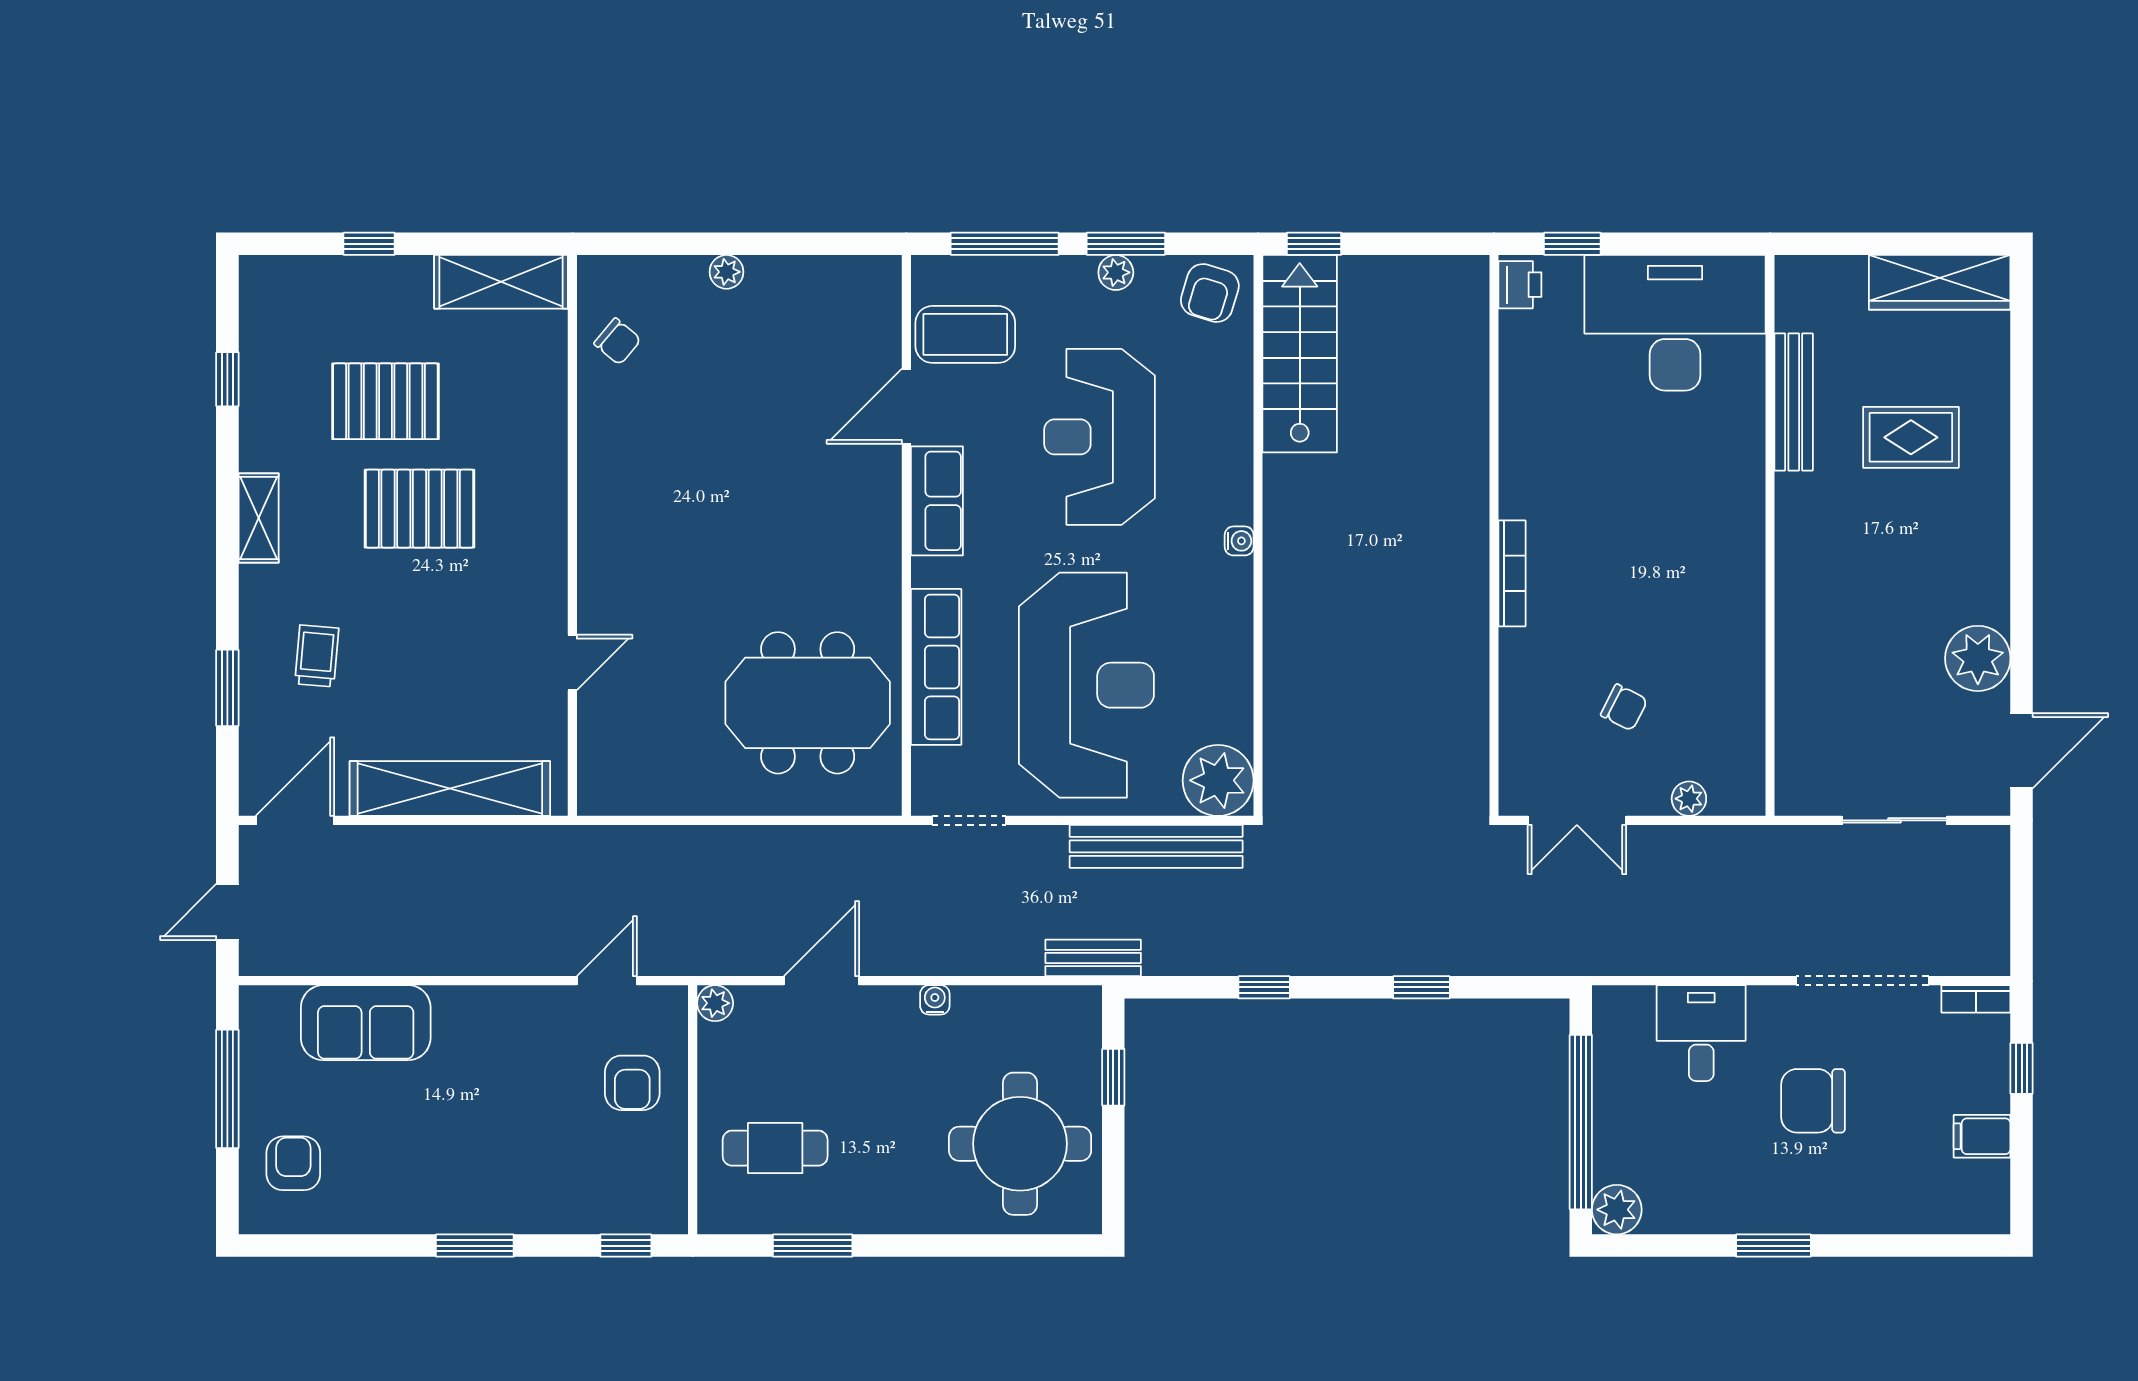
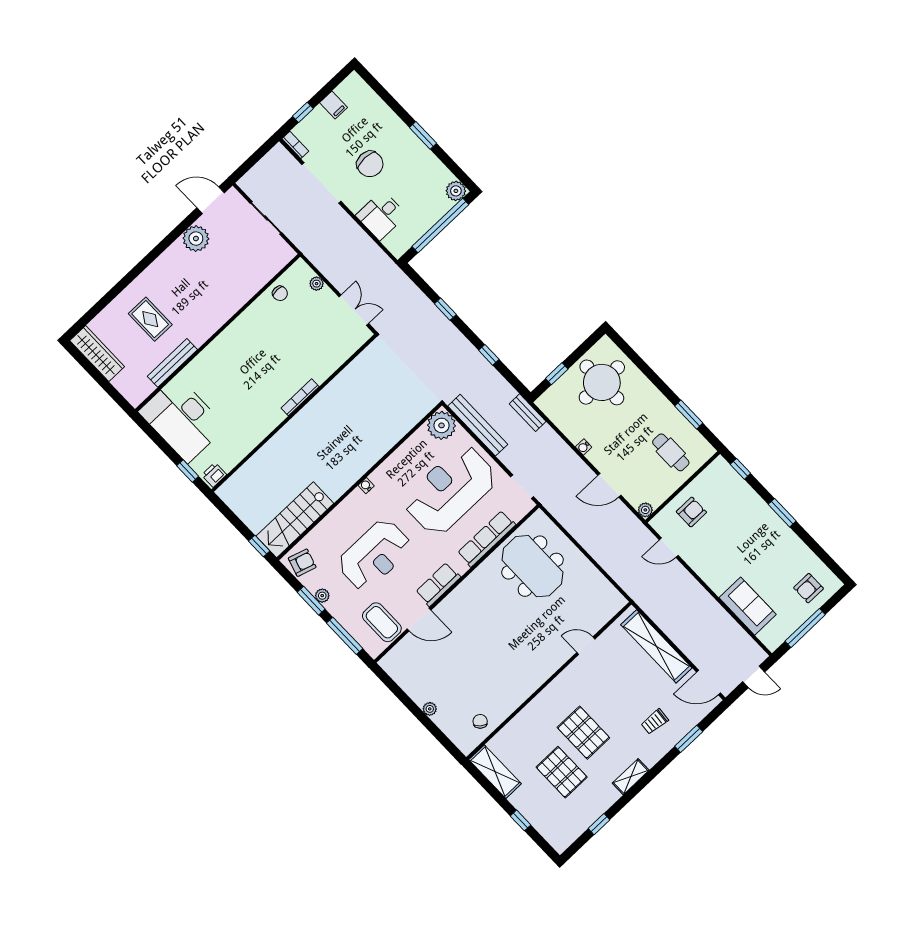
chair: (1624, 707) -> (280, 293), moved, turned 153

